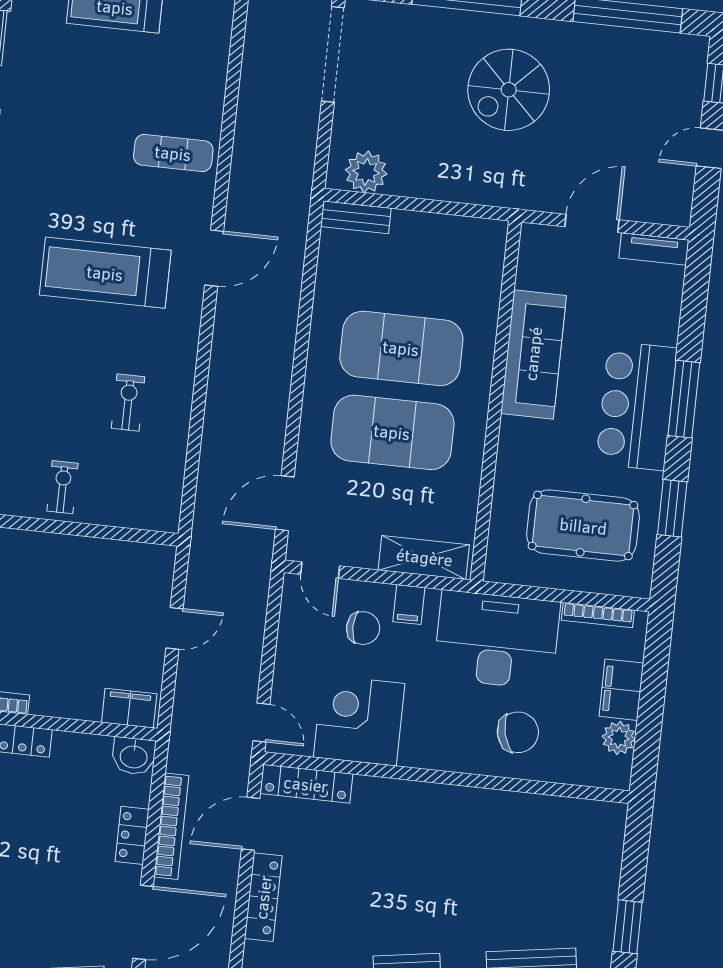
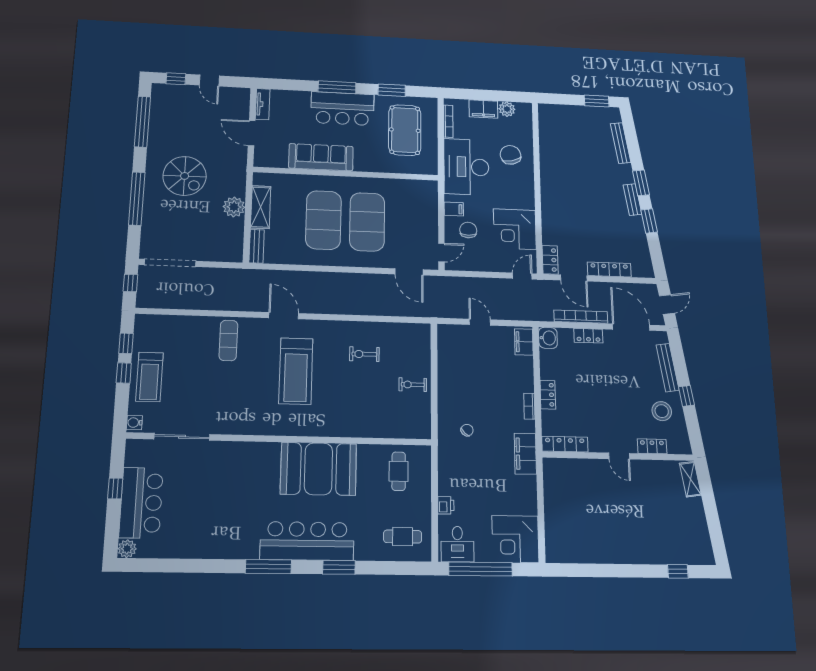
plant: (366, 172) -> (234, 207), moved
shelving: (424, 557) -> (261, 207), moved
locker: (306, 784) -> (550, 260), width x0.66

